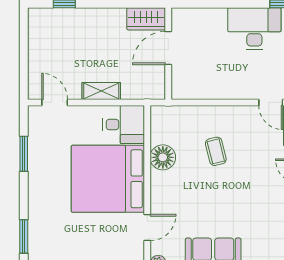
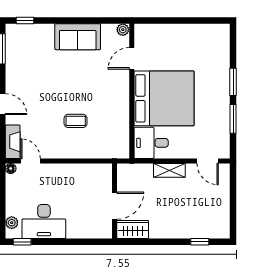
coffee table: (216, 151) -> (76, 121), turned -76
floor lamp: (163, 157) -> (119, 116), removed
window: (24, 236) -> (233, 82), moved

